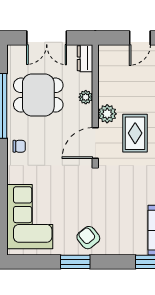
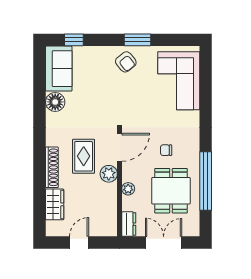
dining table: (38, 95) -> (171, 191), turned 90
chair: (19, 146) -> (166, 150), moved

